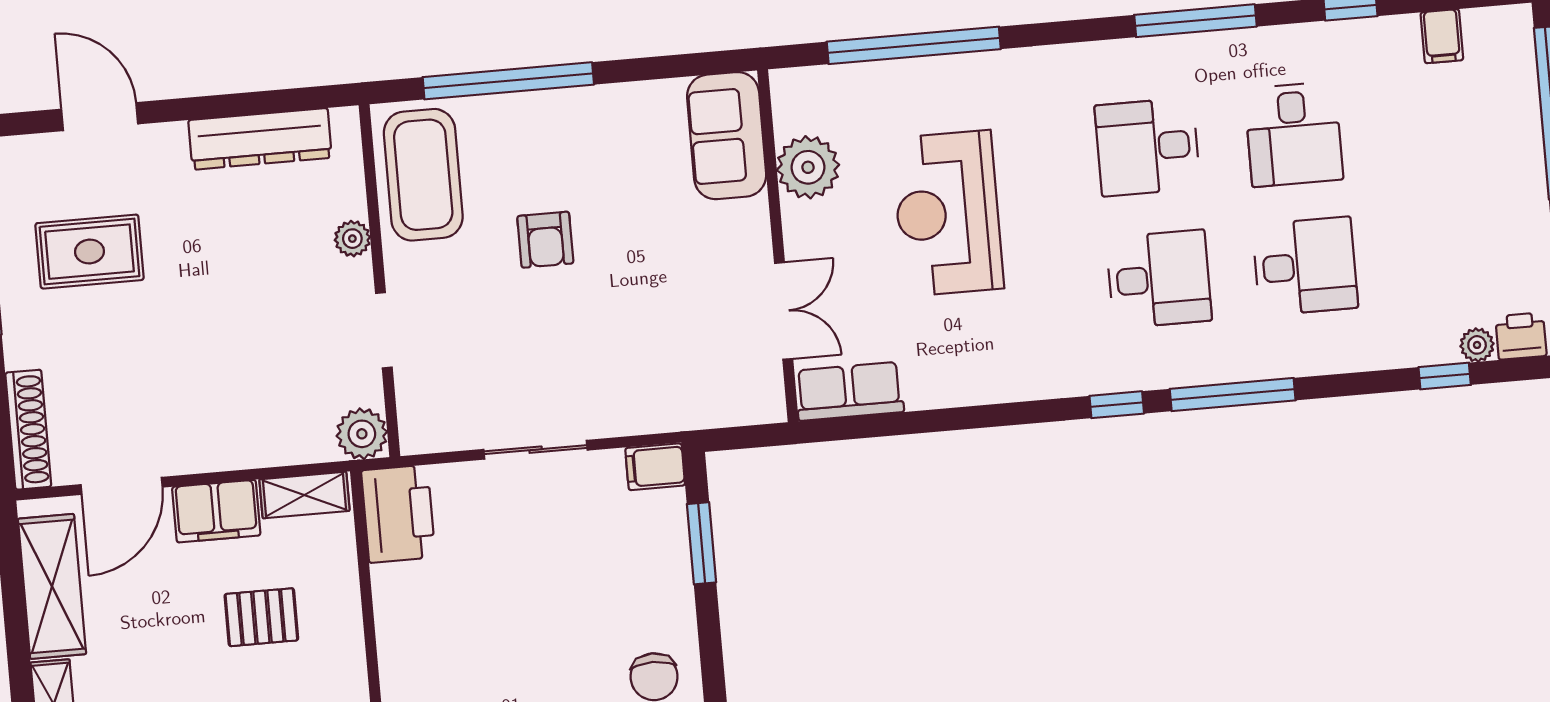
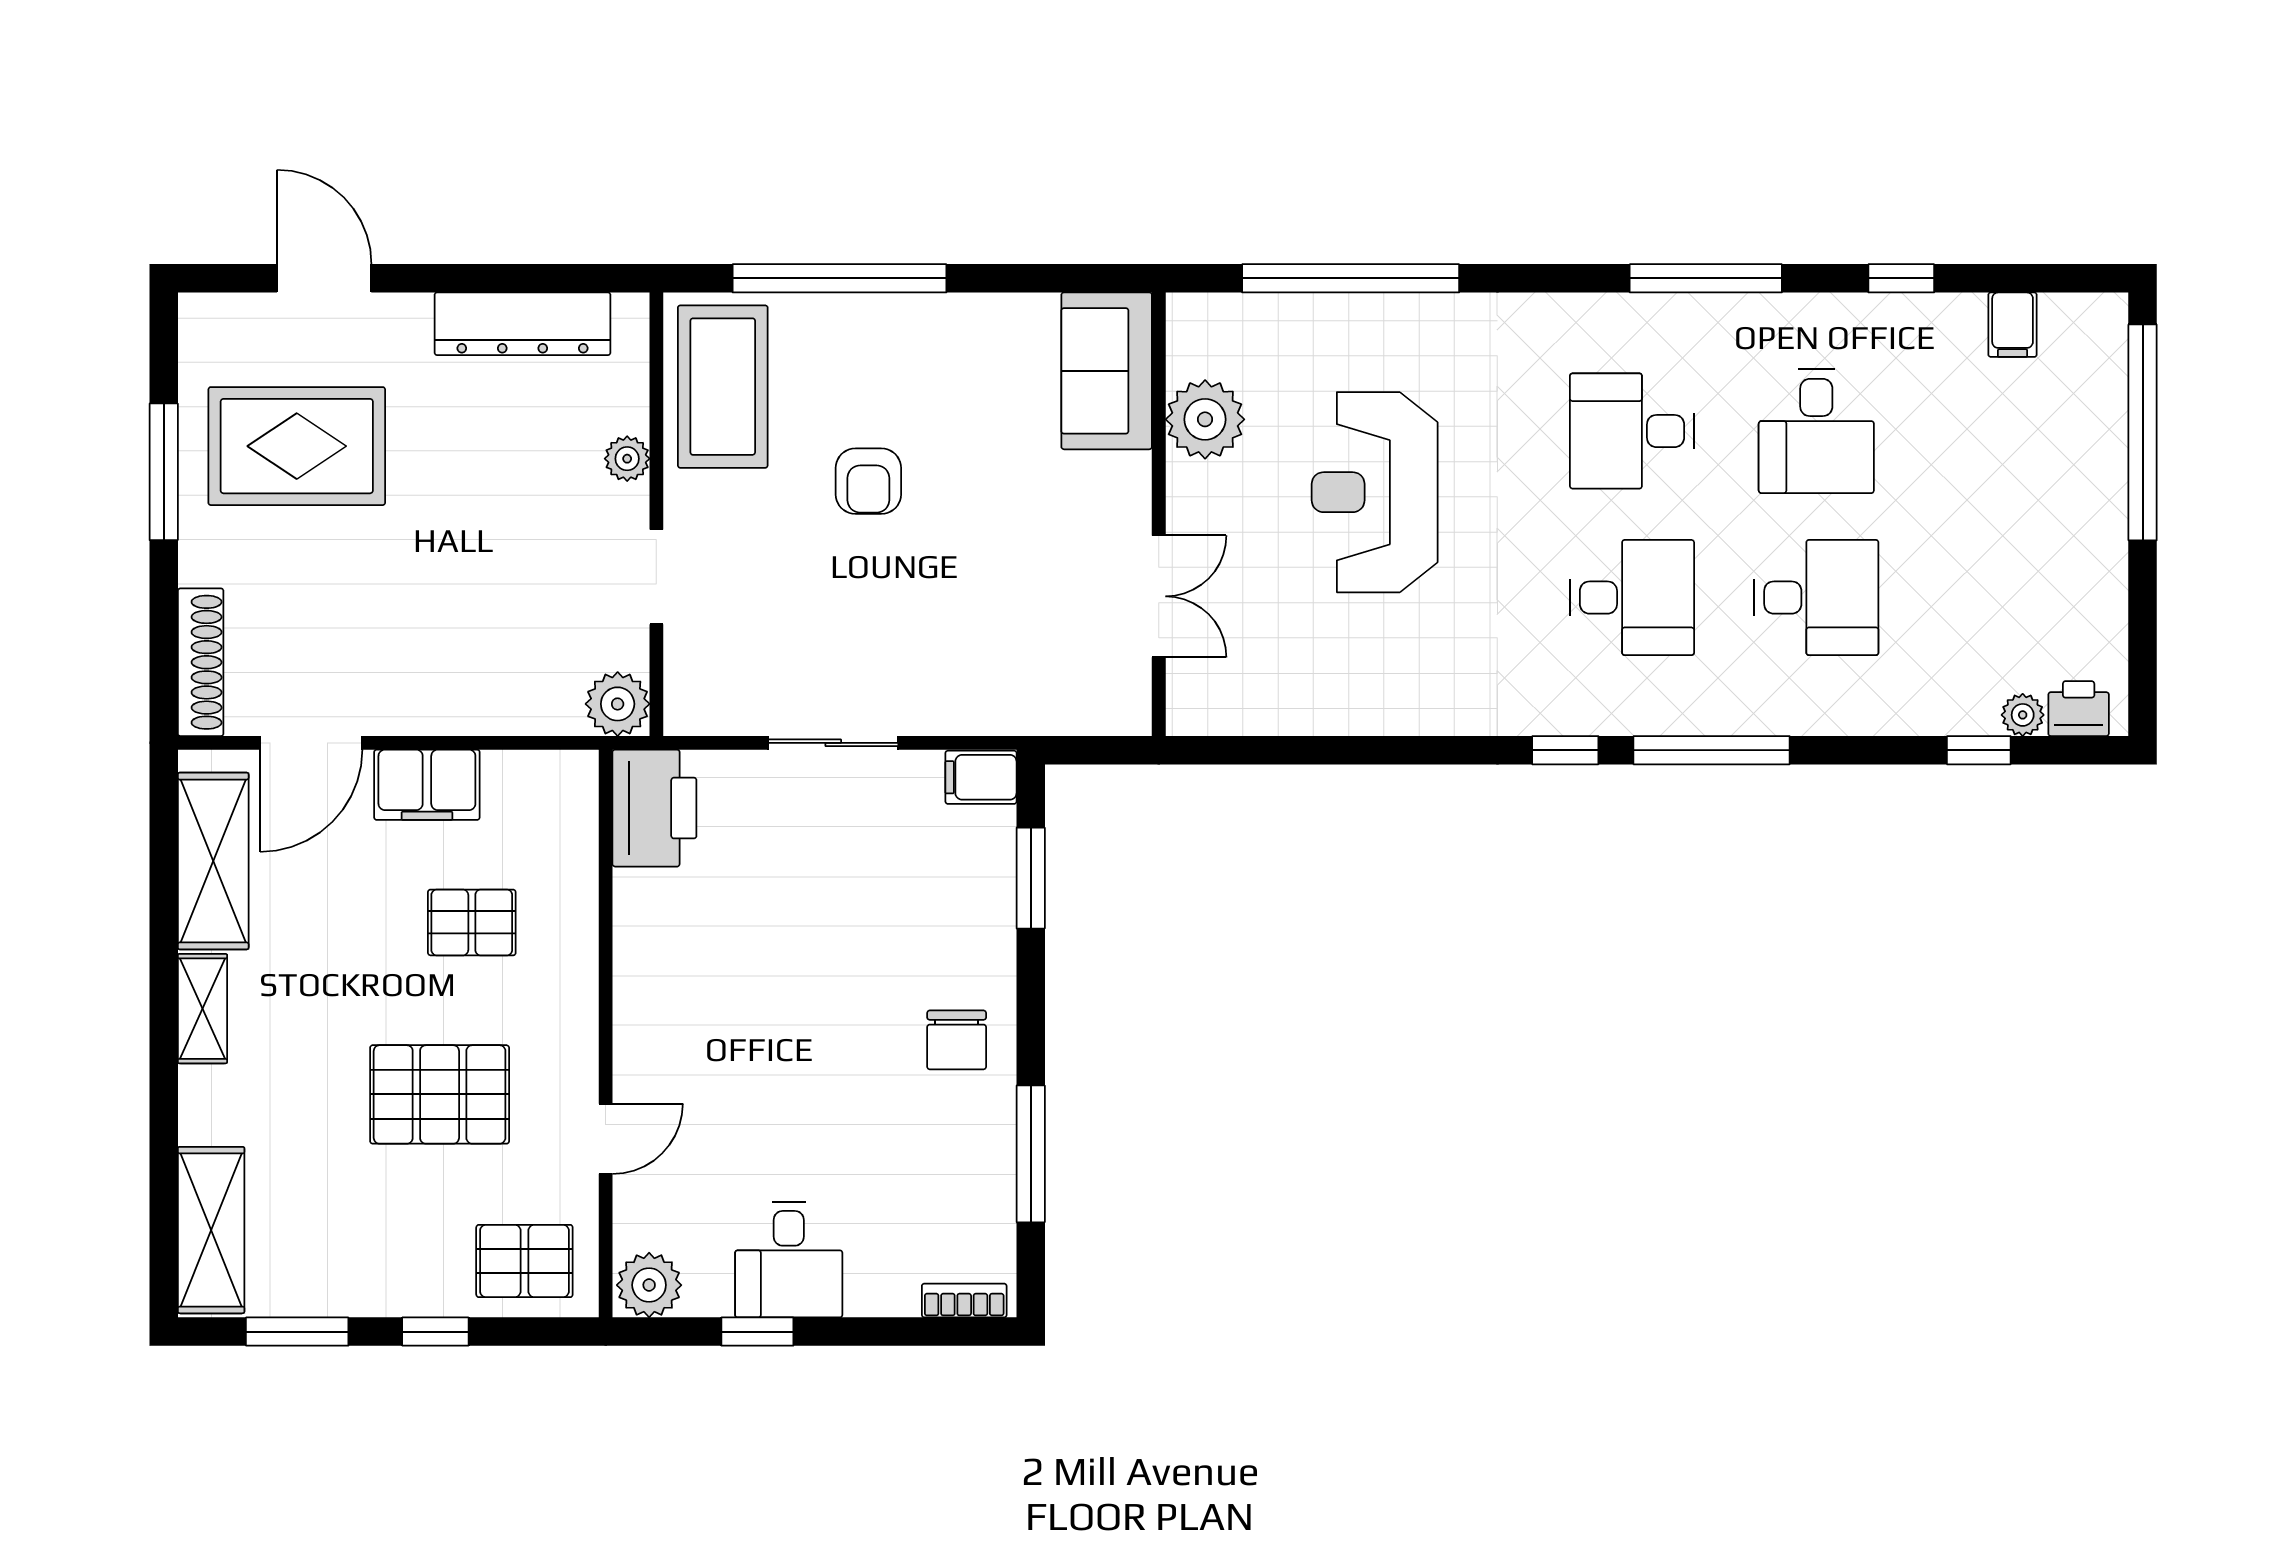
rug: (89, 252) -> (297, 446), width x1.36, depth x1.43
row of seats: (849, 391) -> (1232, 704), removed
shelving: (304, 495) -> (539, 774), removed

